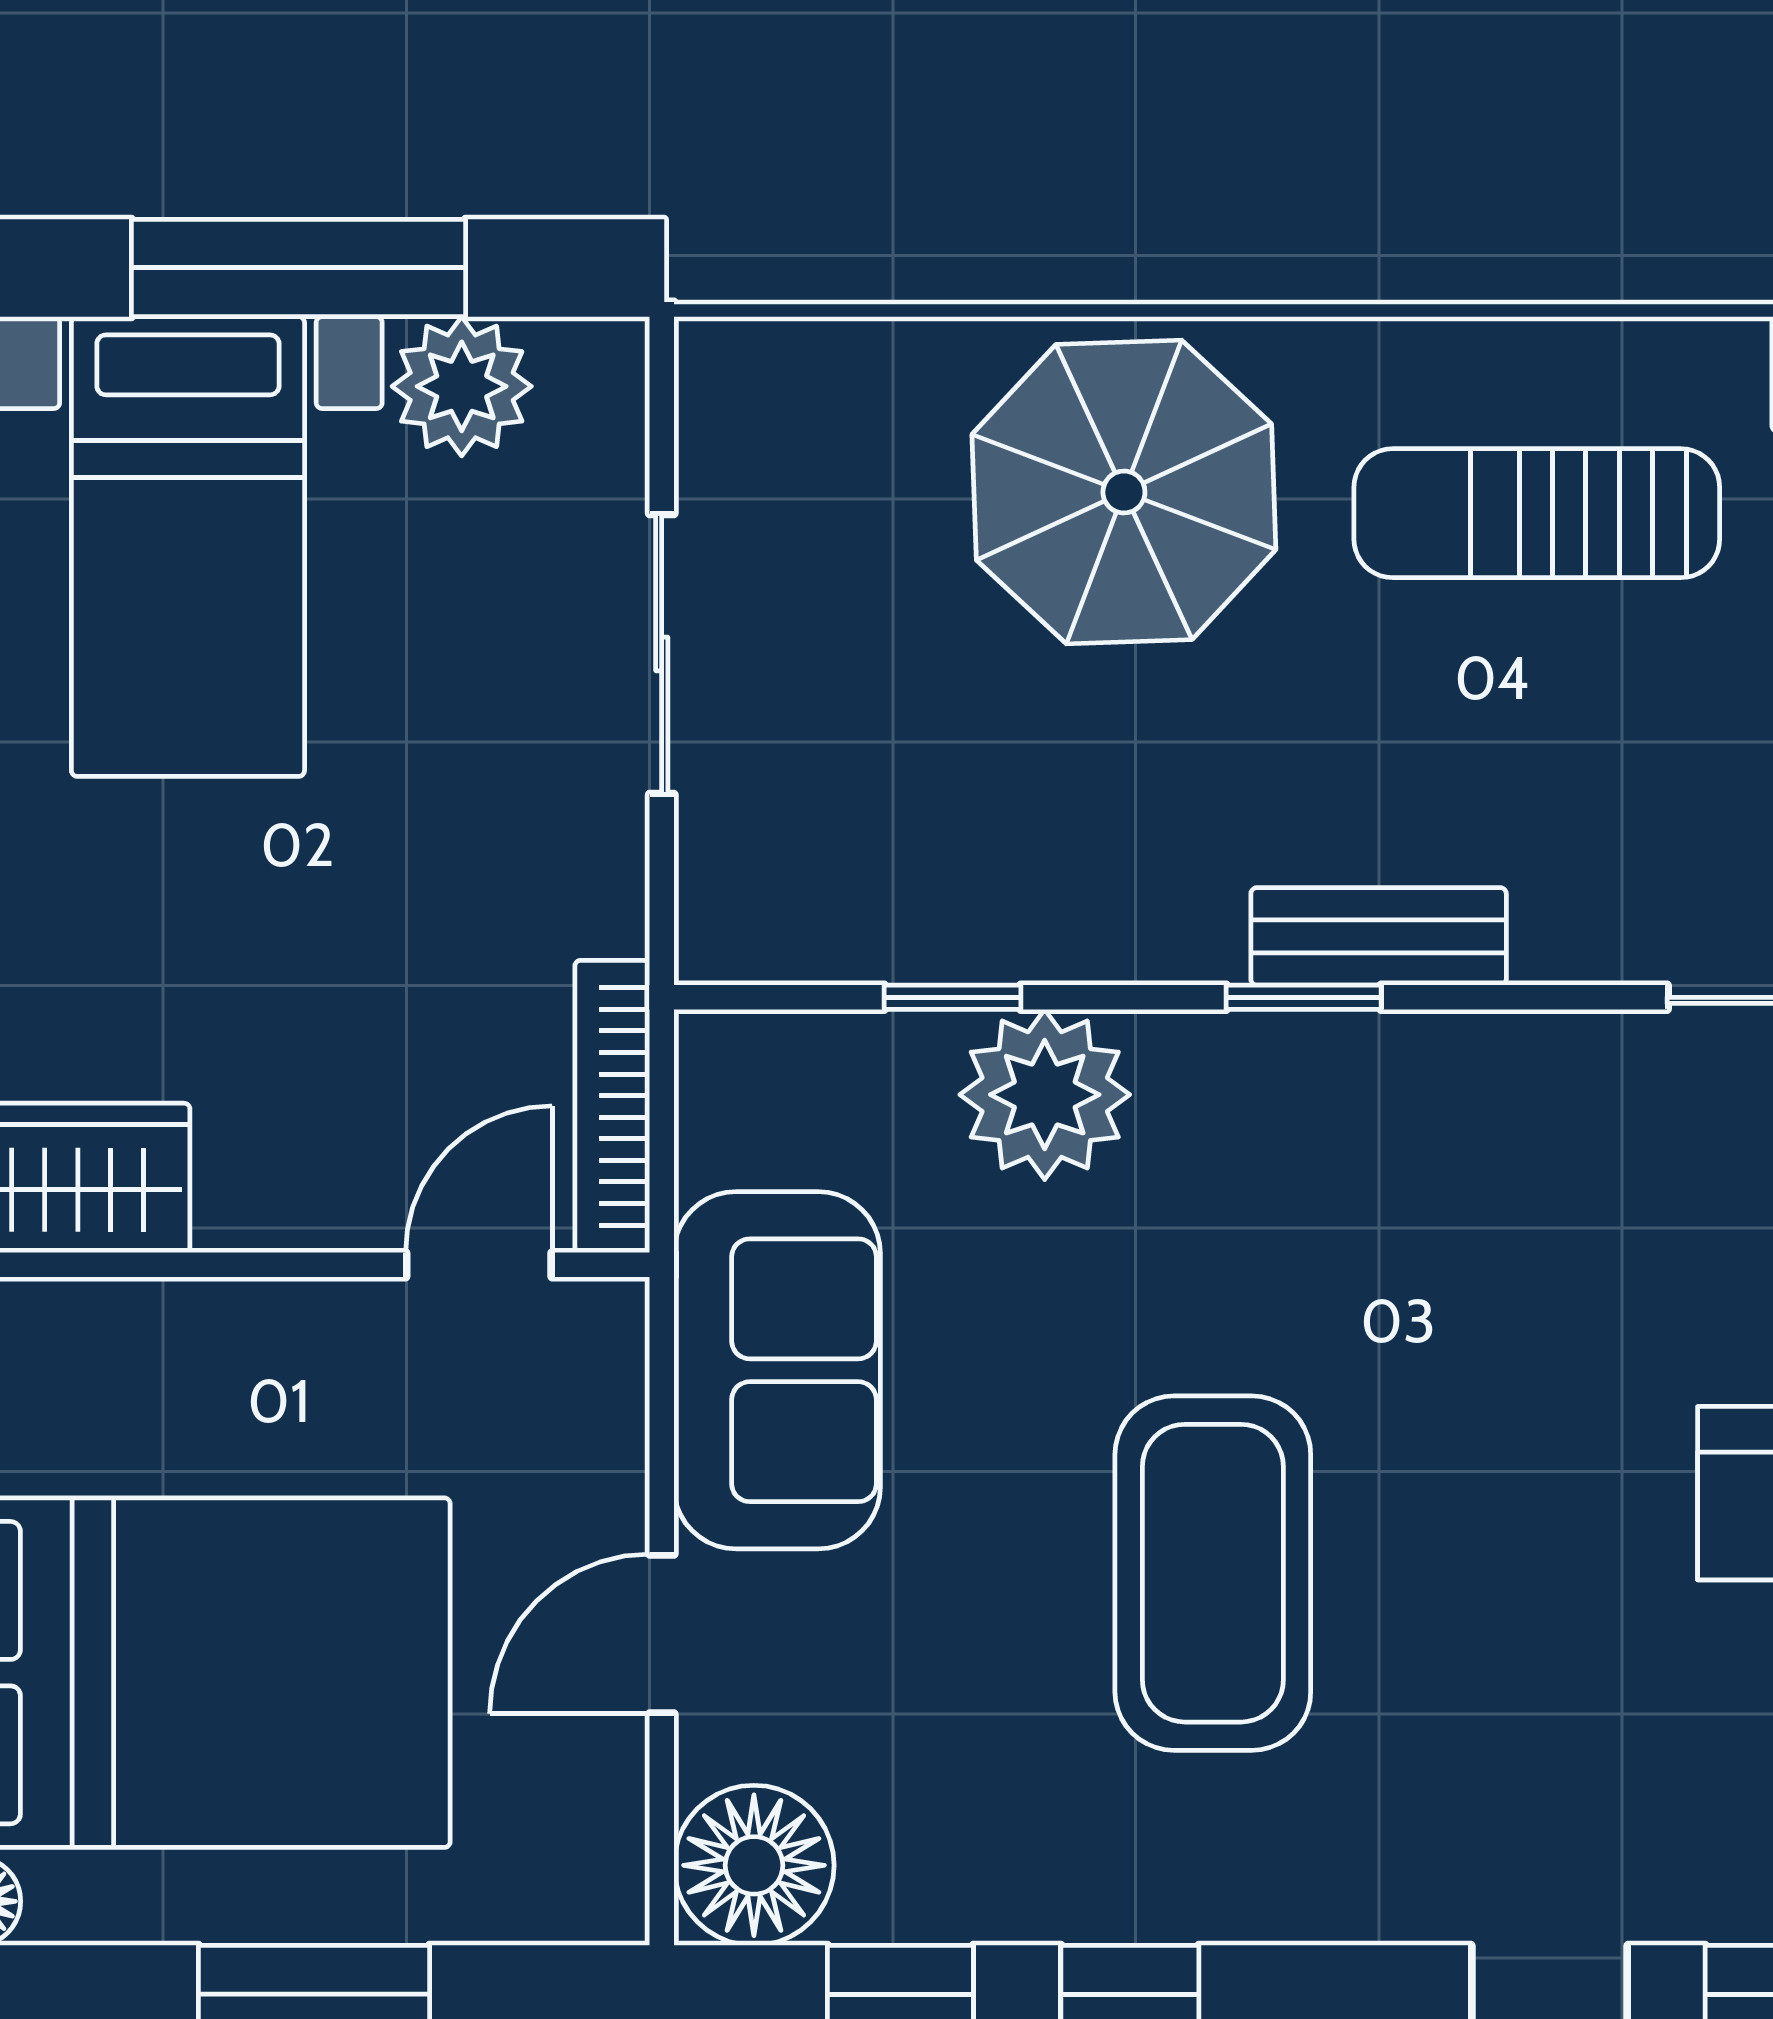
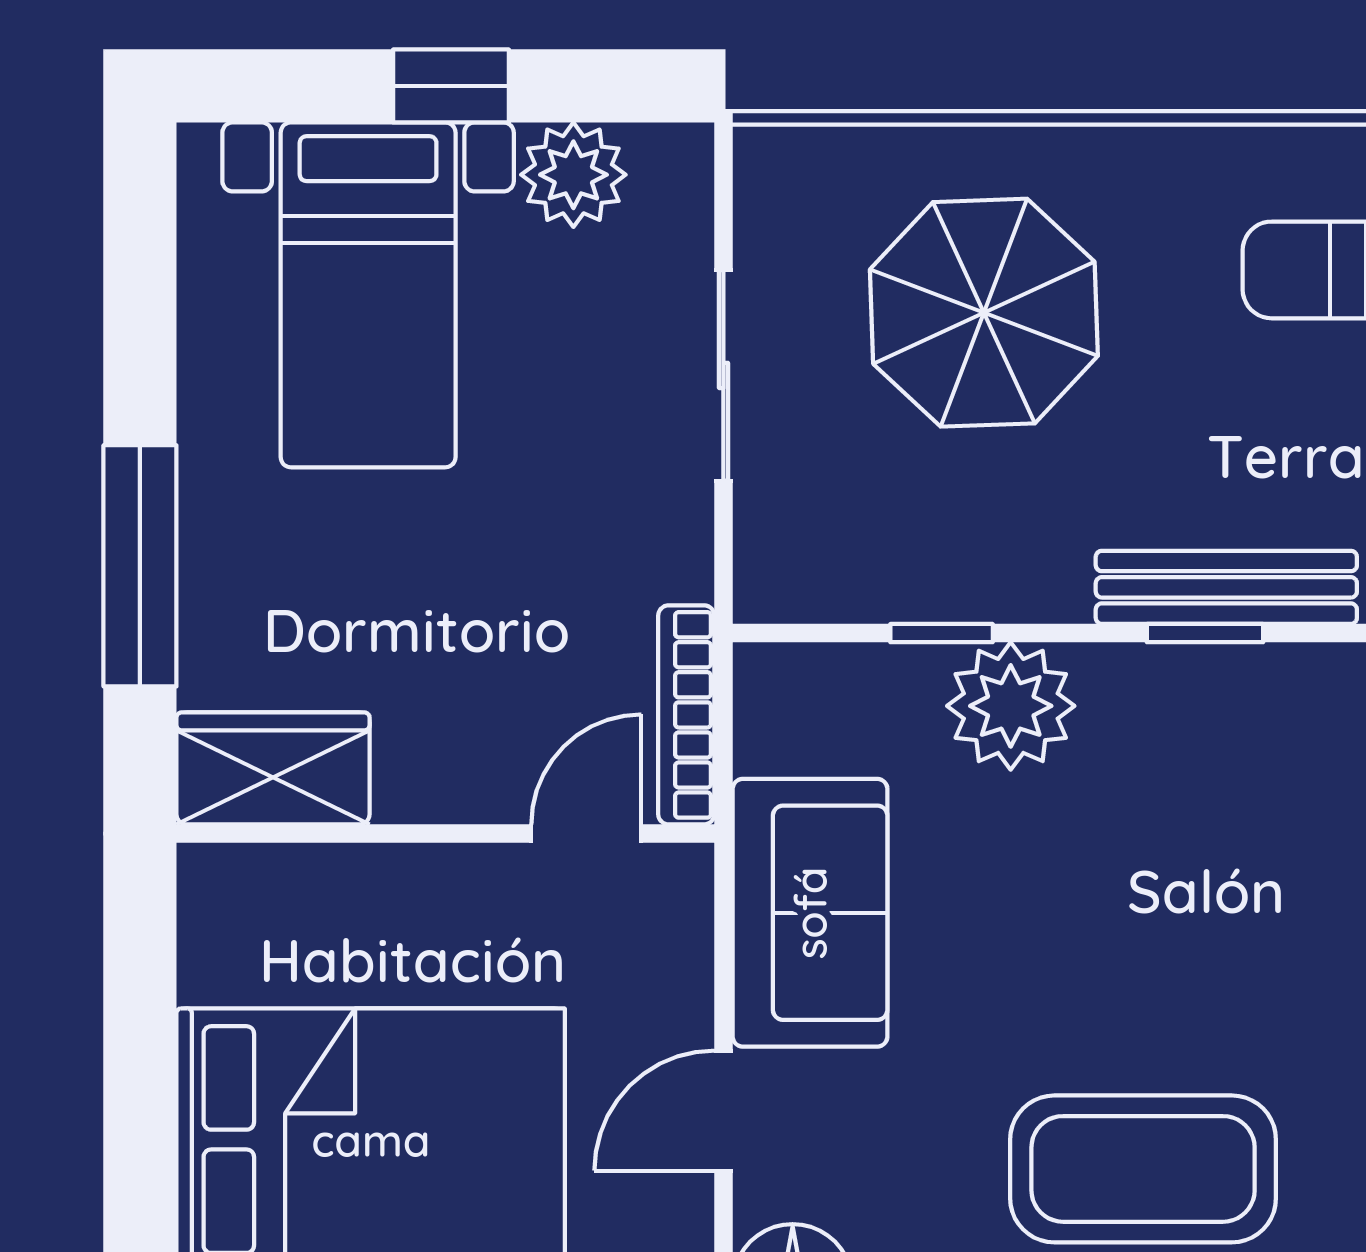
window: (299, 268) -> (451, 86), width x0.46
parasol: (1124, 492) -> (984, 313), moved
bench: (1379, 936) -> (1226, 587), width x1.36
coffee table: (1213, 1573) -> (1143, 1169), moved, turned 90

